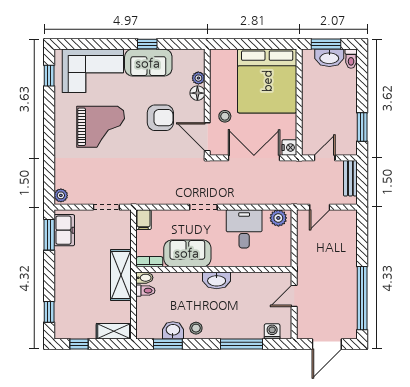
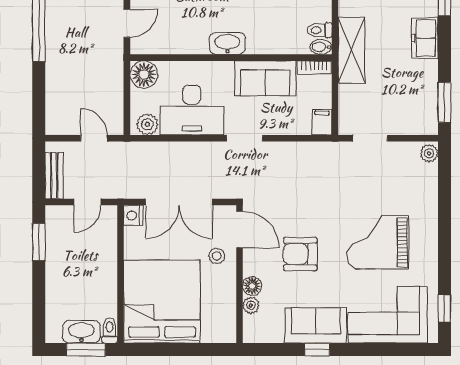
toilet: (351, 59) -> (110, 331), moved
door: (320, 207) -> (94, 138), hinge flipped
desk: (244, 229) -> (192, 110), width x1.37
freezer: (64, 230) -> (425, 38), moved
floor lamp: (281, 256) -> (144, 75), added

